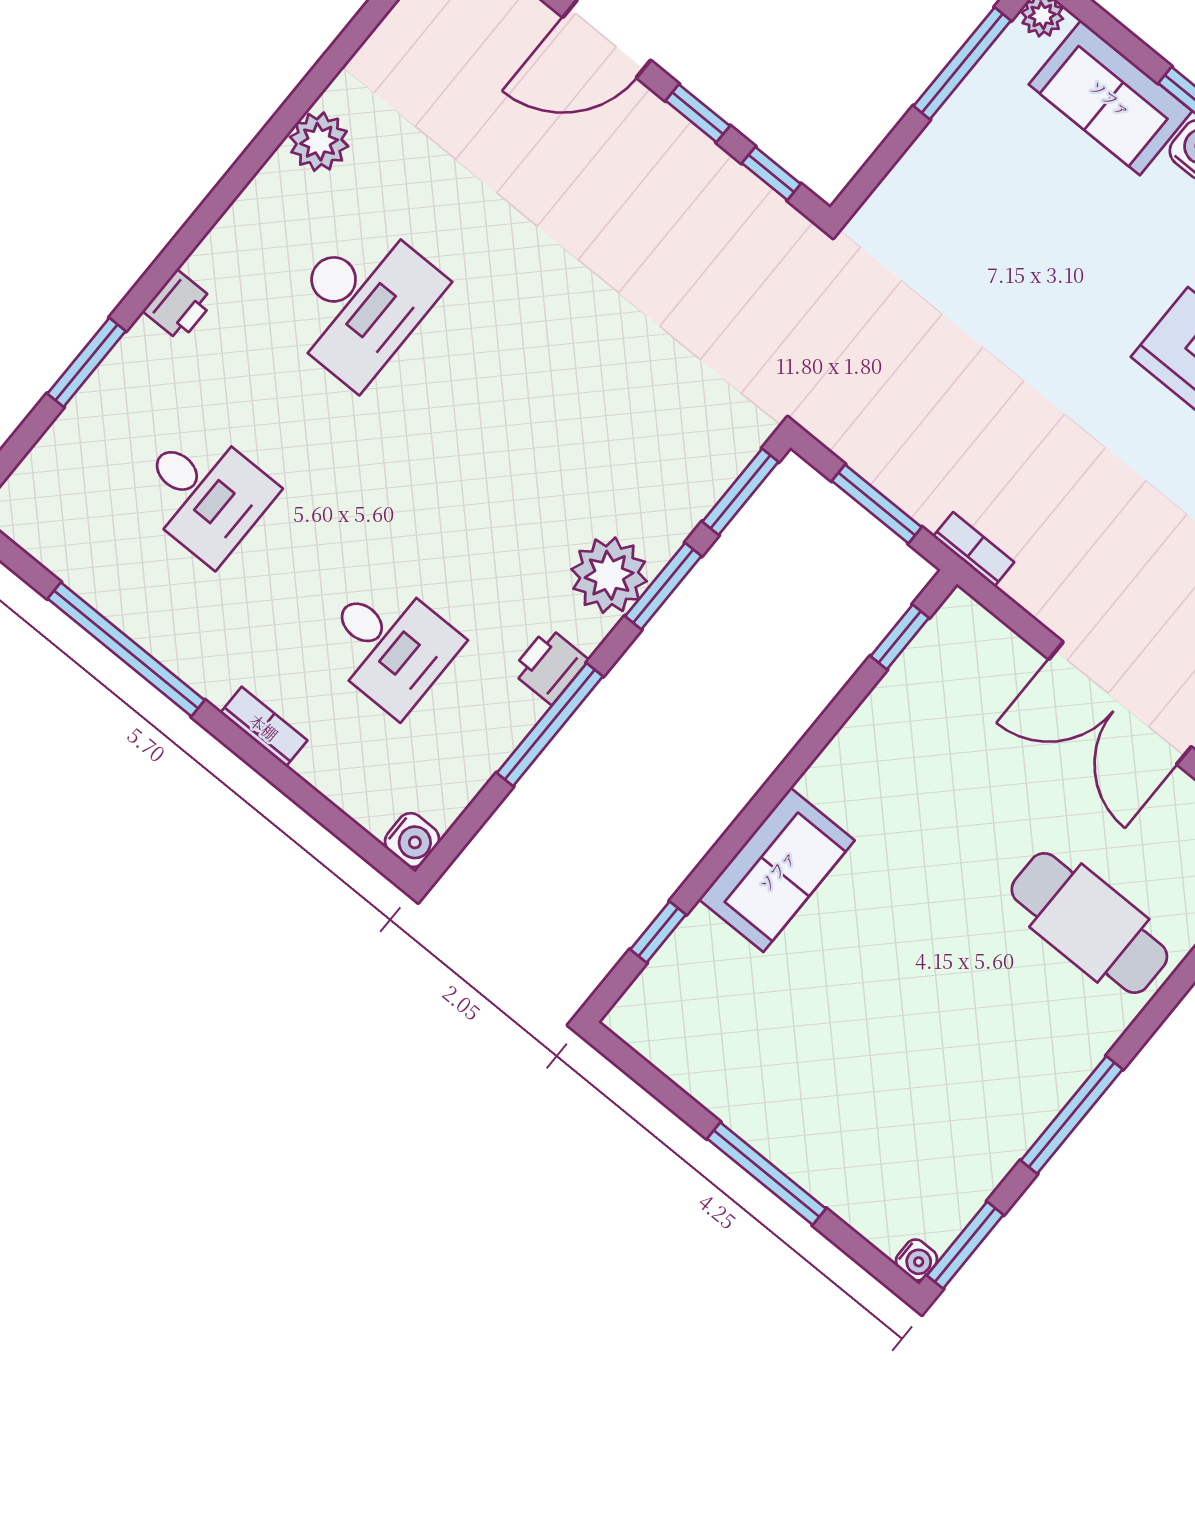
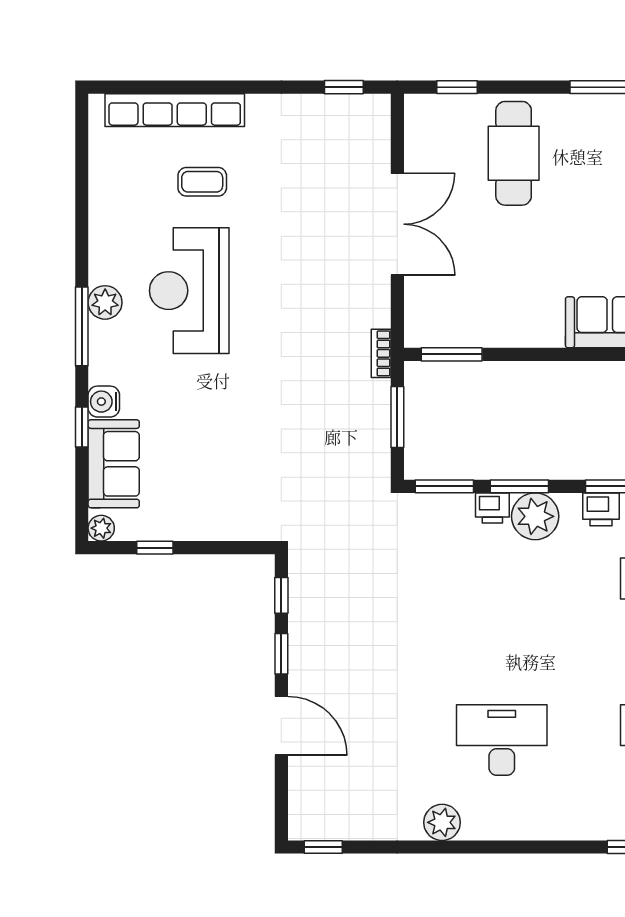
window: (962, 63) -> (155, 548), width x0.46
printer: (179, 306) -> (492, 508), moved, turned 180
window: (900, 637) -> (452, 354), width x1.50

